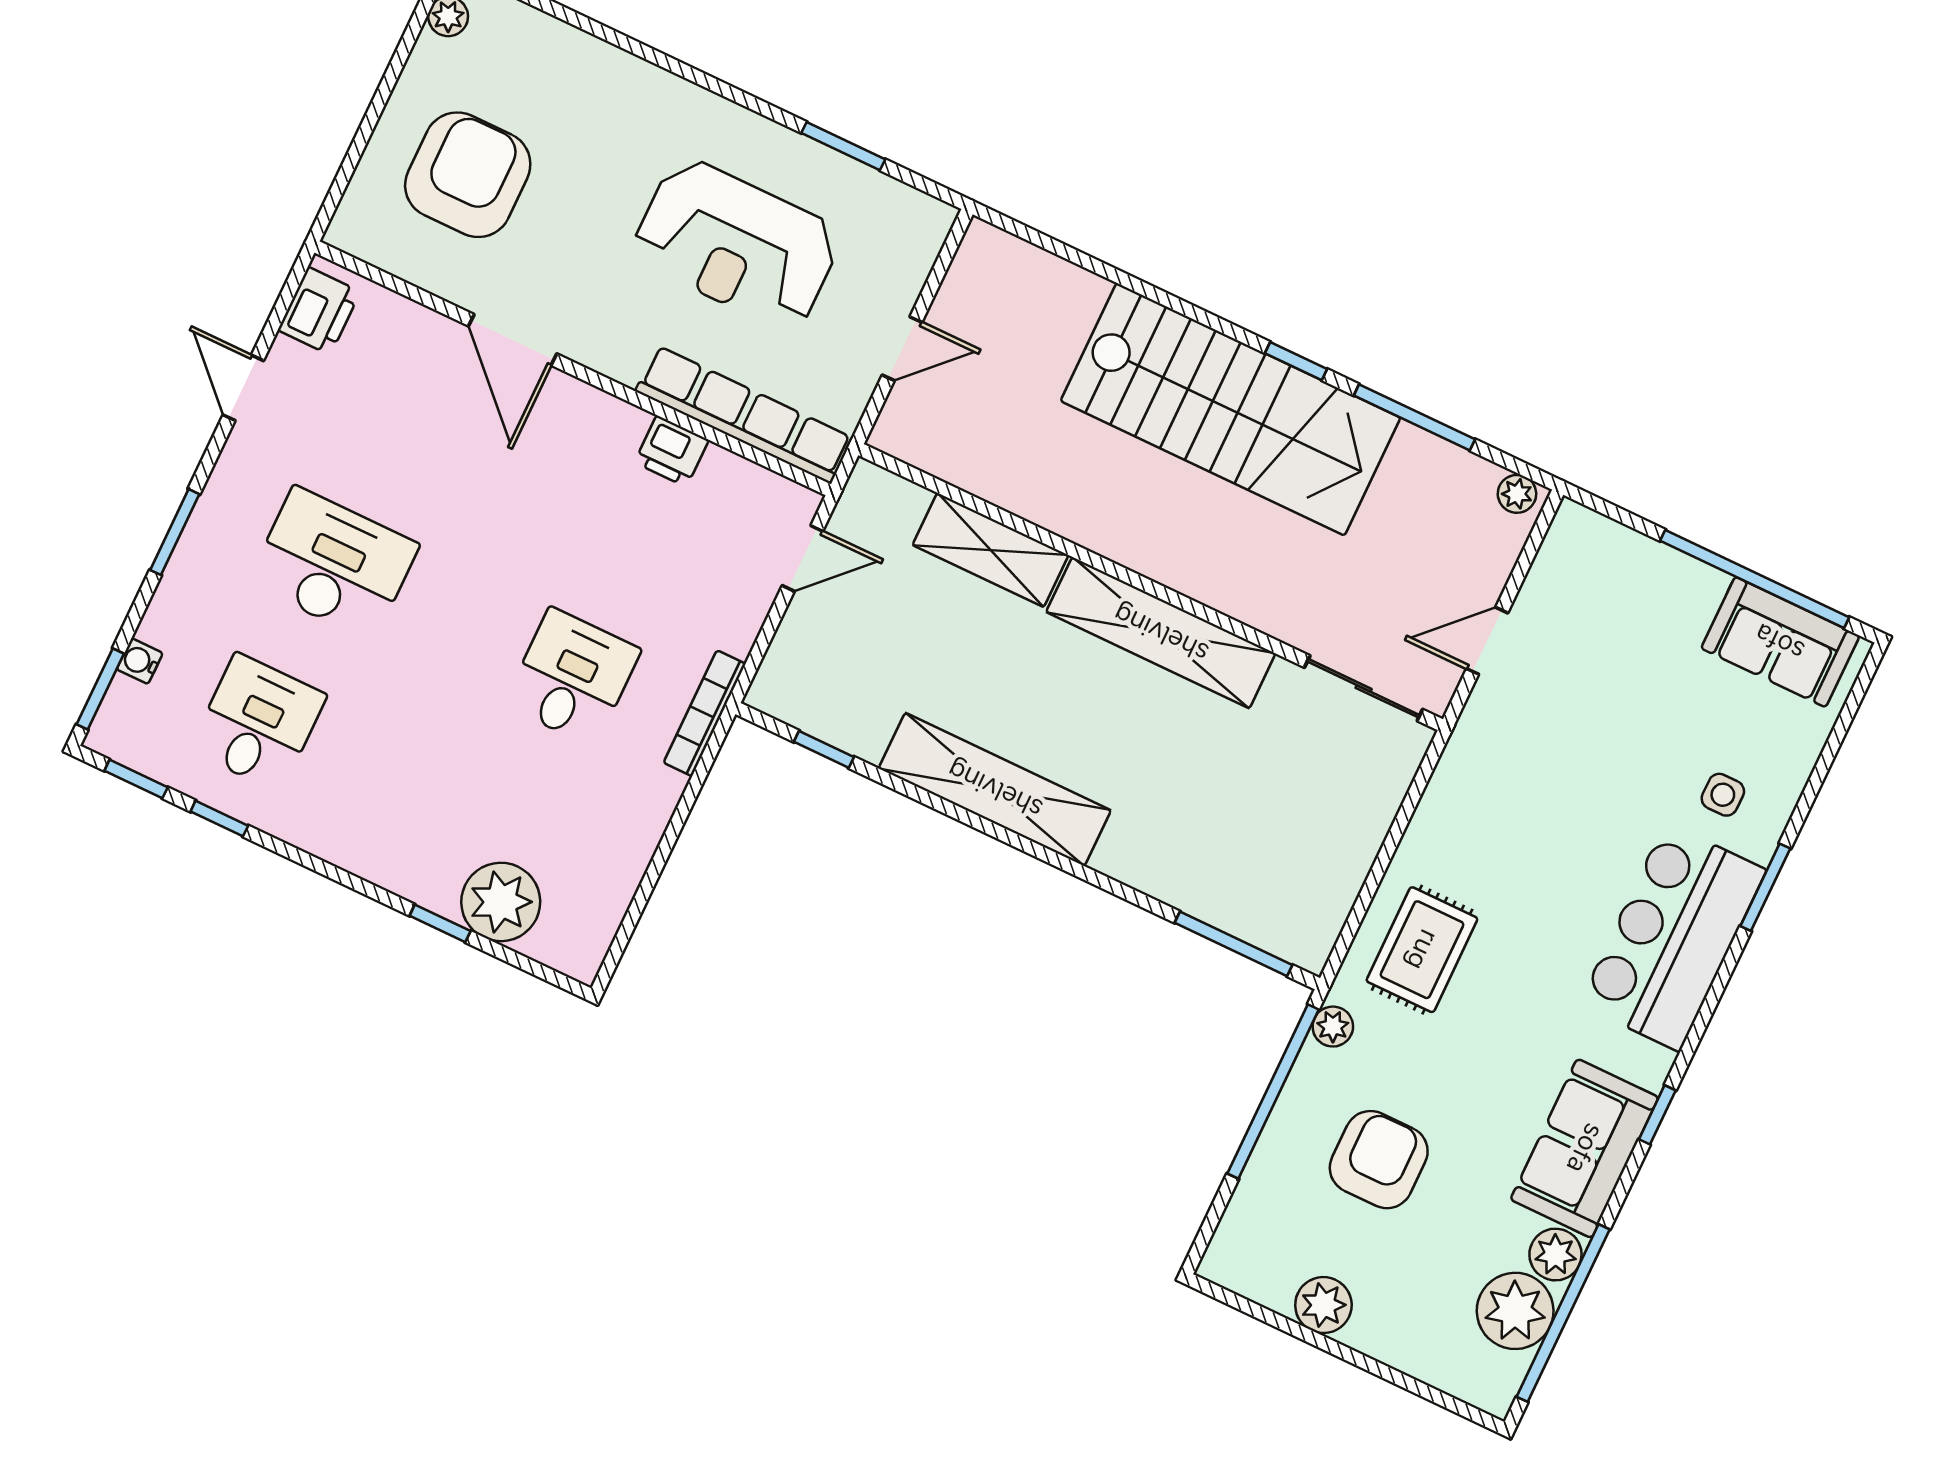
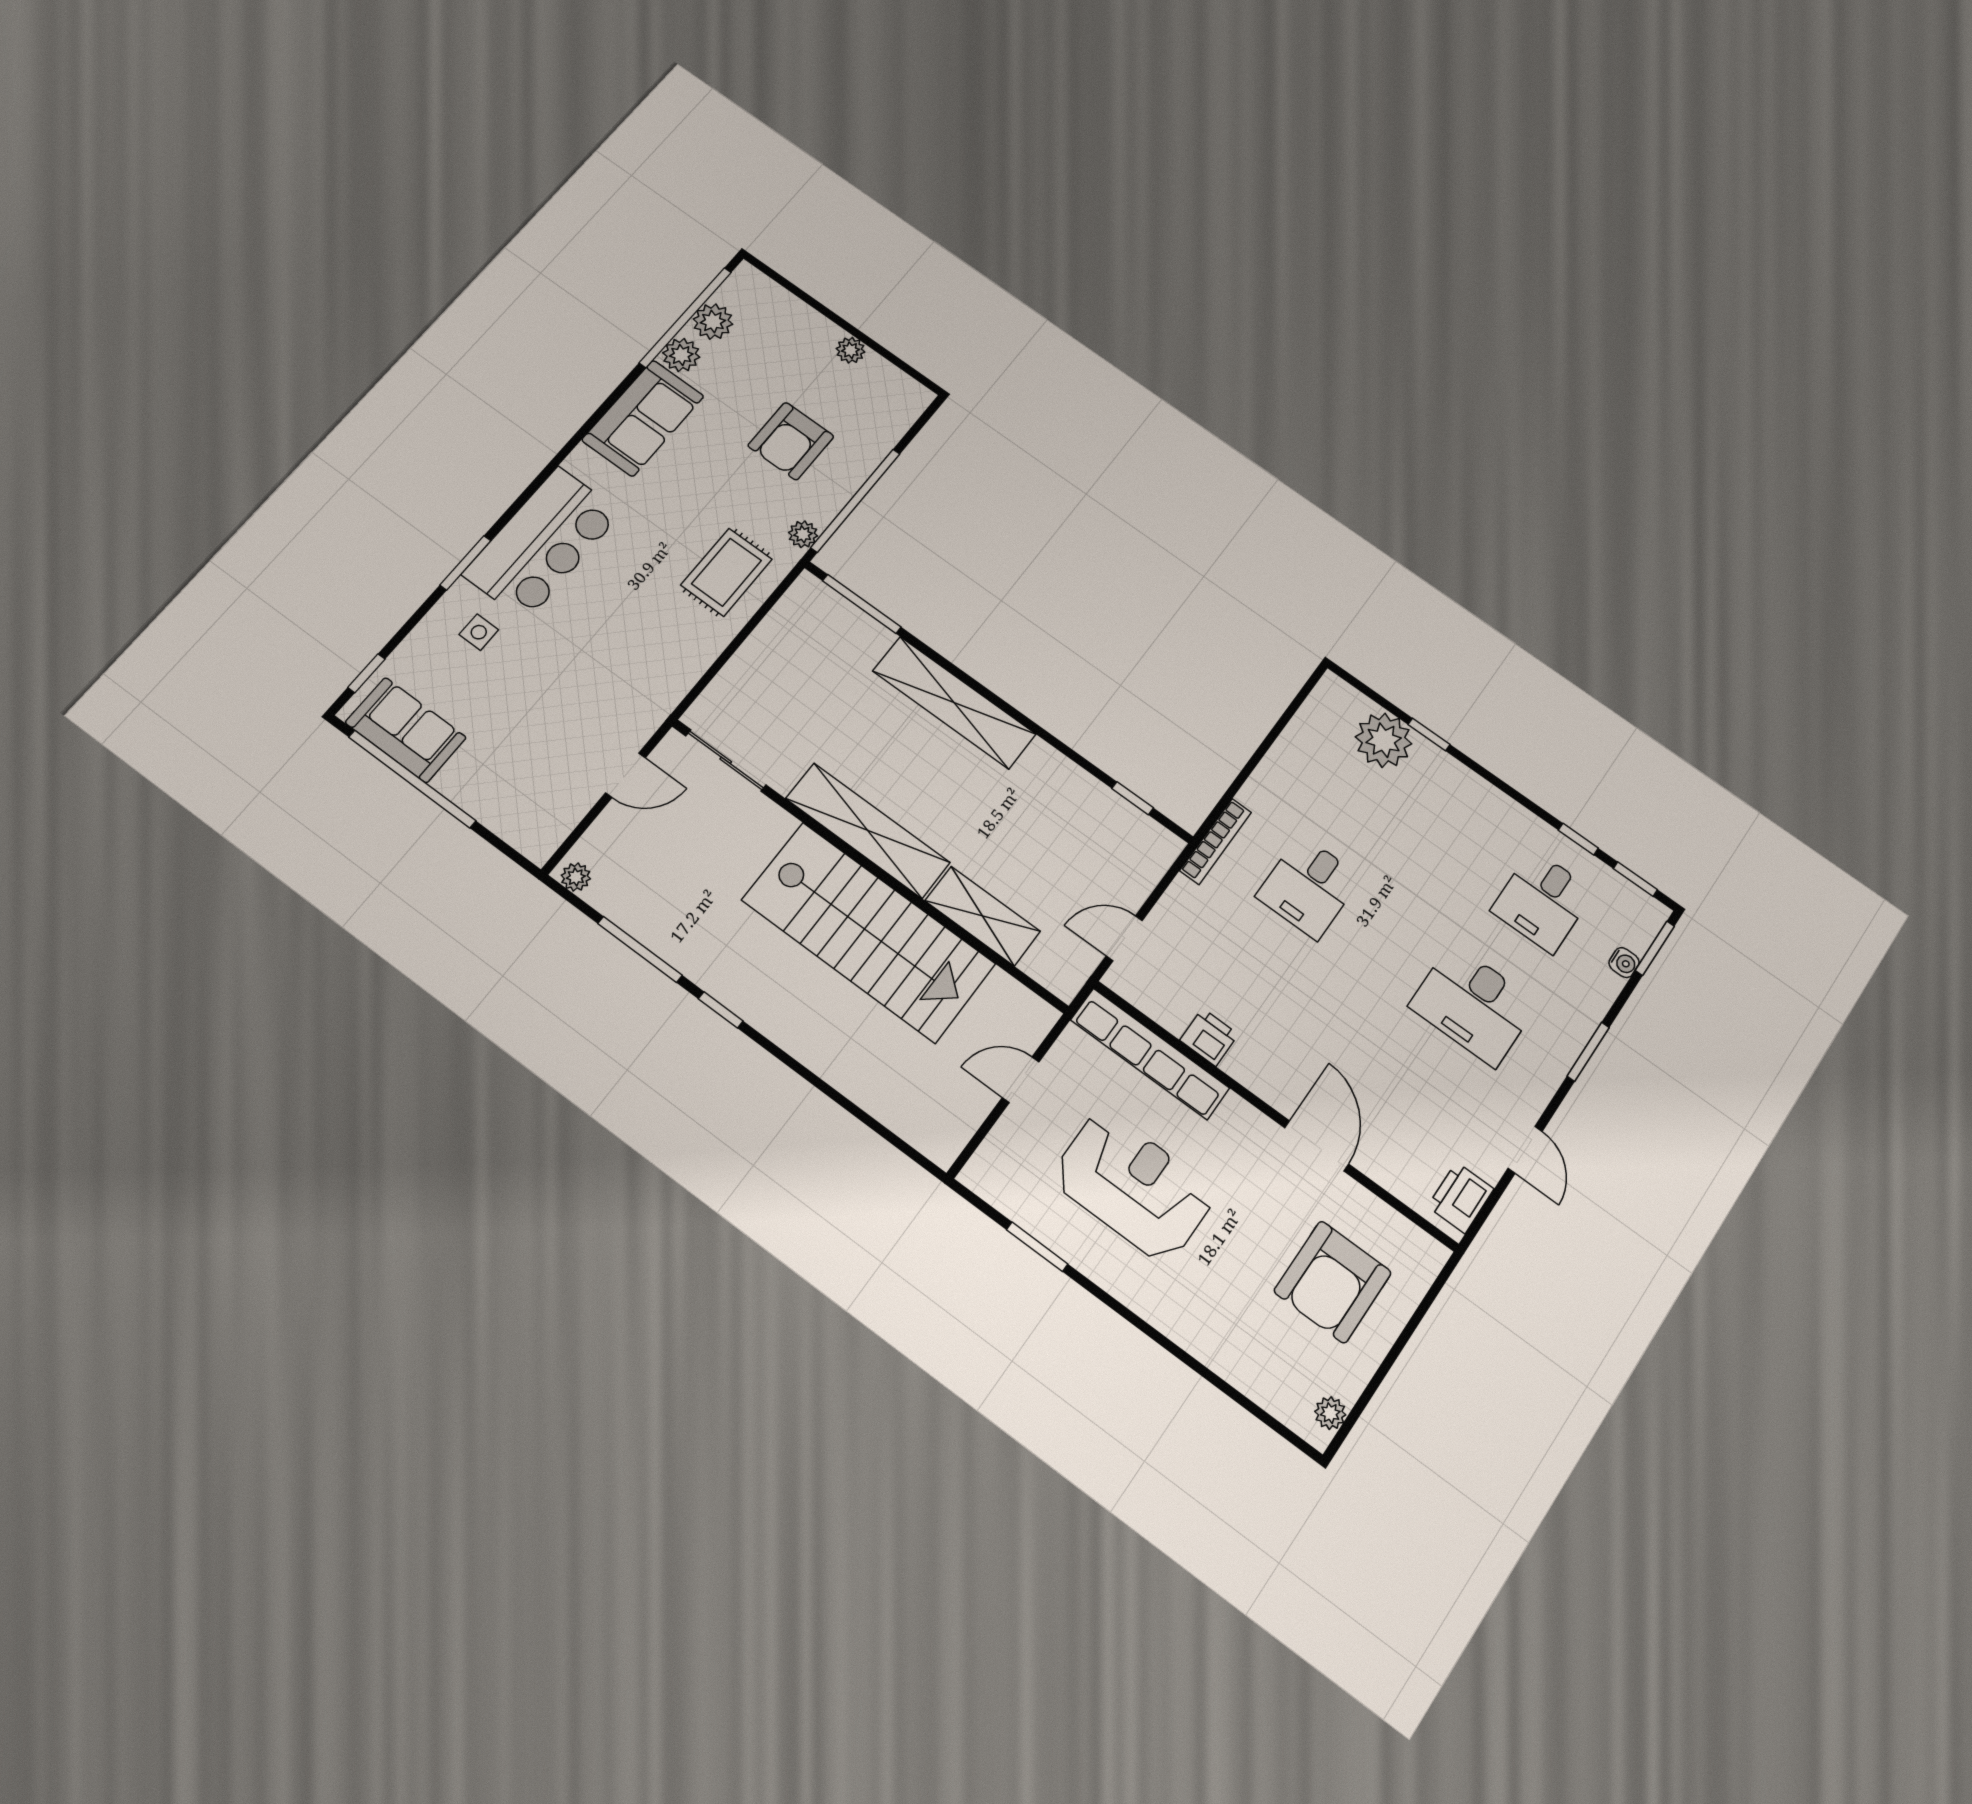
stairs: (1231, 409) -> (868, 932), moved, turned 180
shelving: (995, 789) -> (954, 703), moved
window: (1657, 1115) -> (366, 673), moved
plant: (1323, 1305) -> (851, 350), width x0.73, depth x0.73
plant: (1515, 1311) -> (713, 322), width x0.73, depth x0.73

